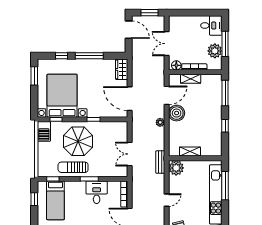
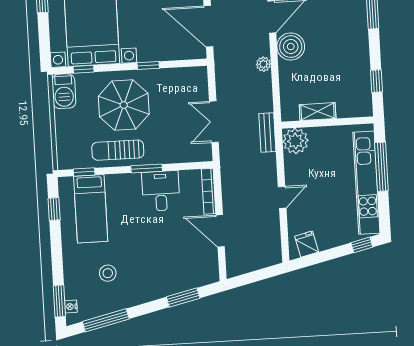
window: (225, 126) -> (376, 81), moved

